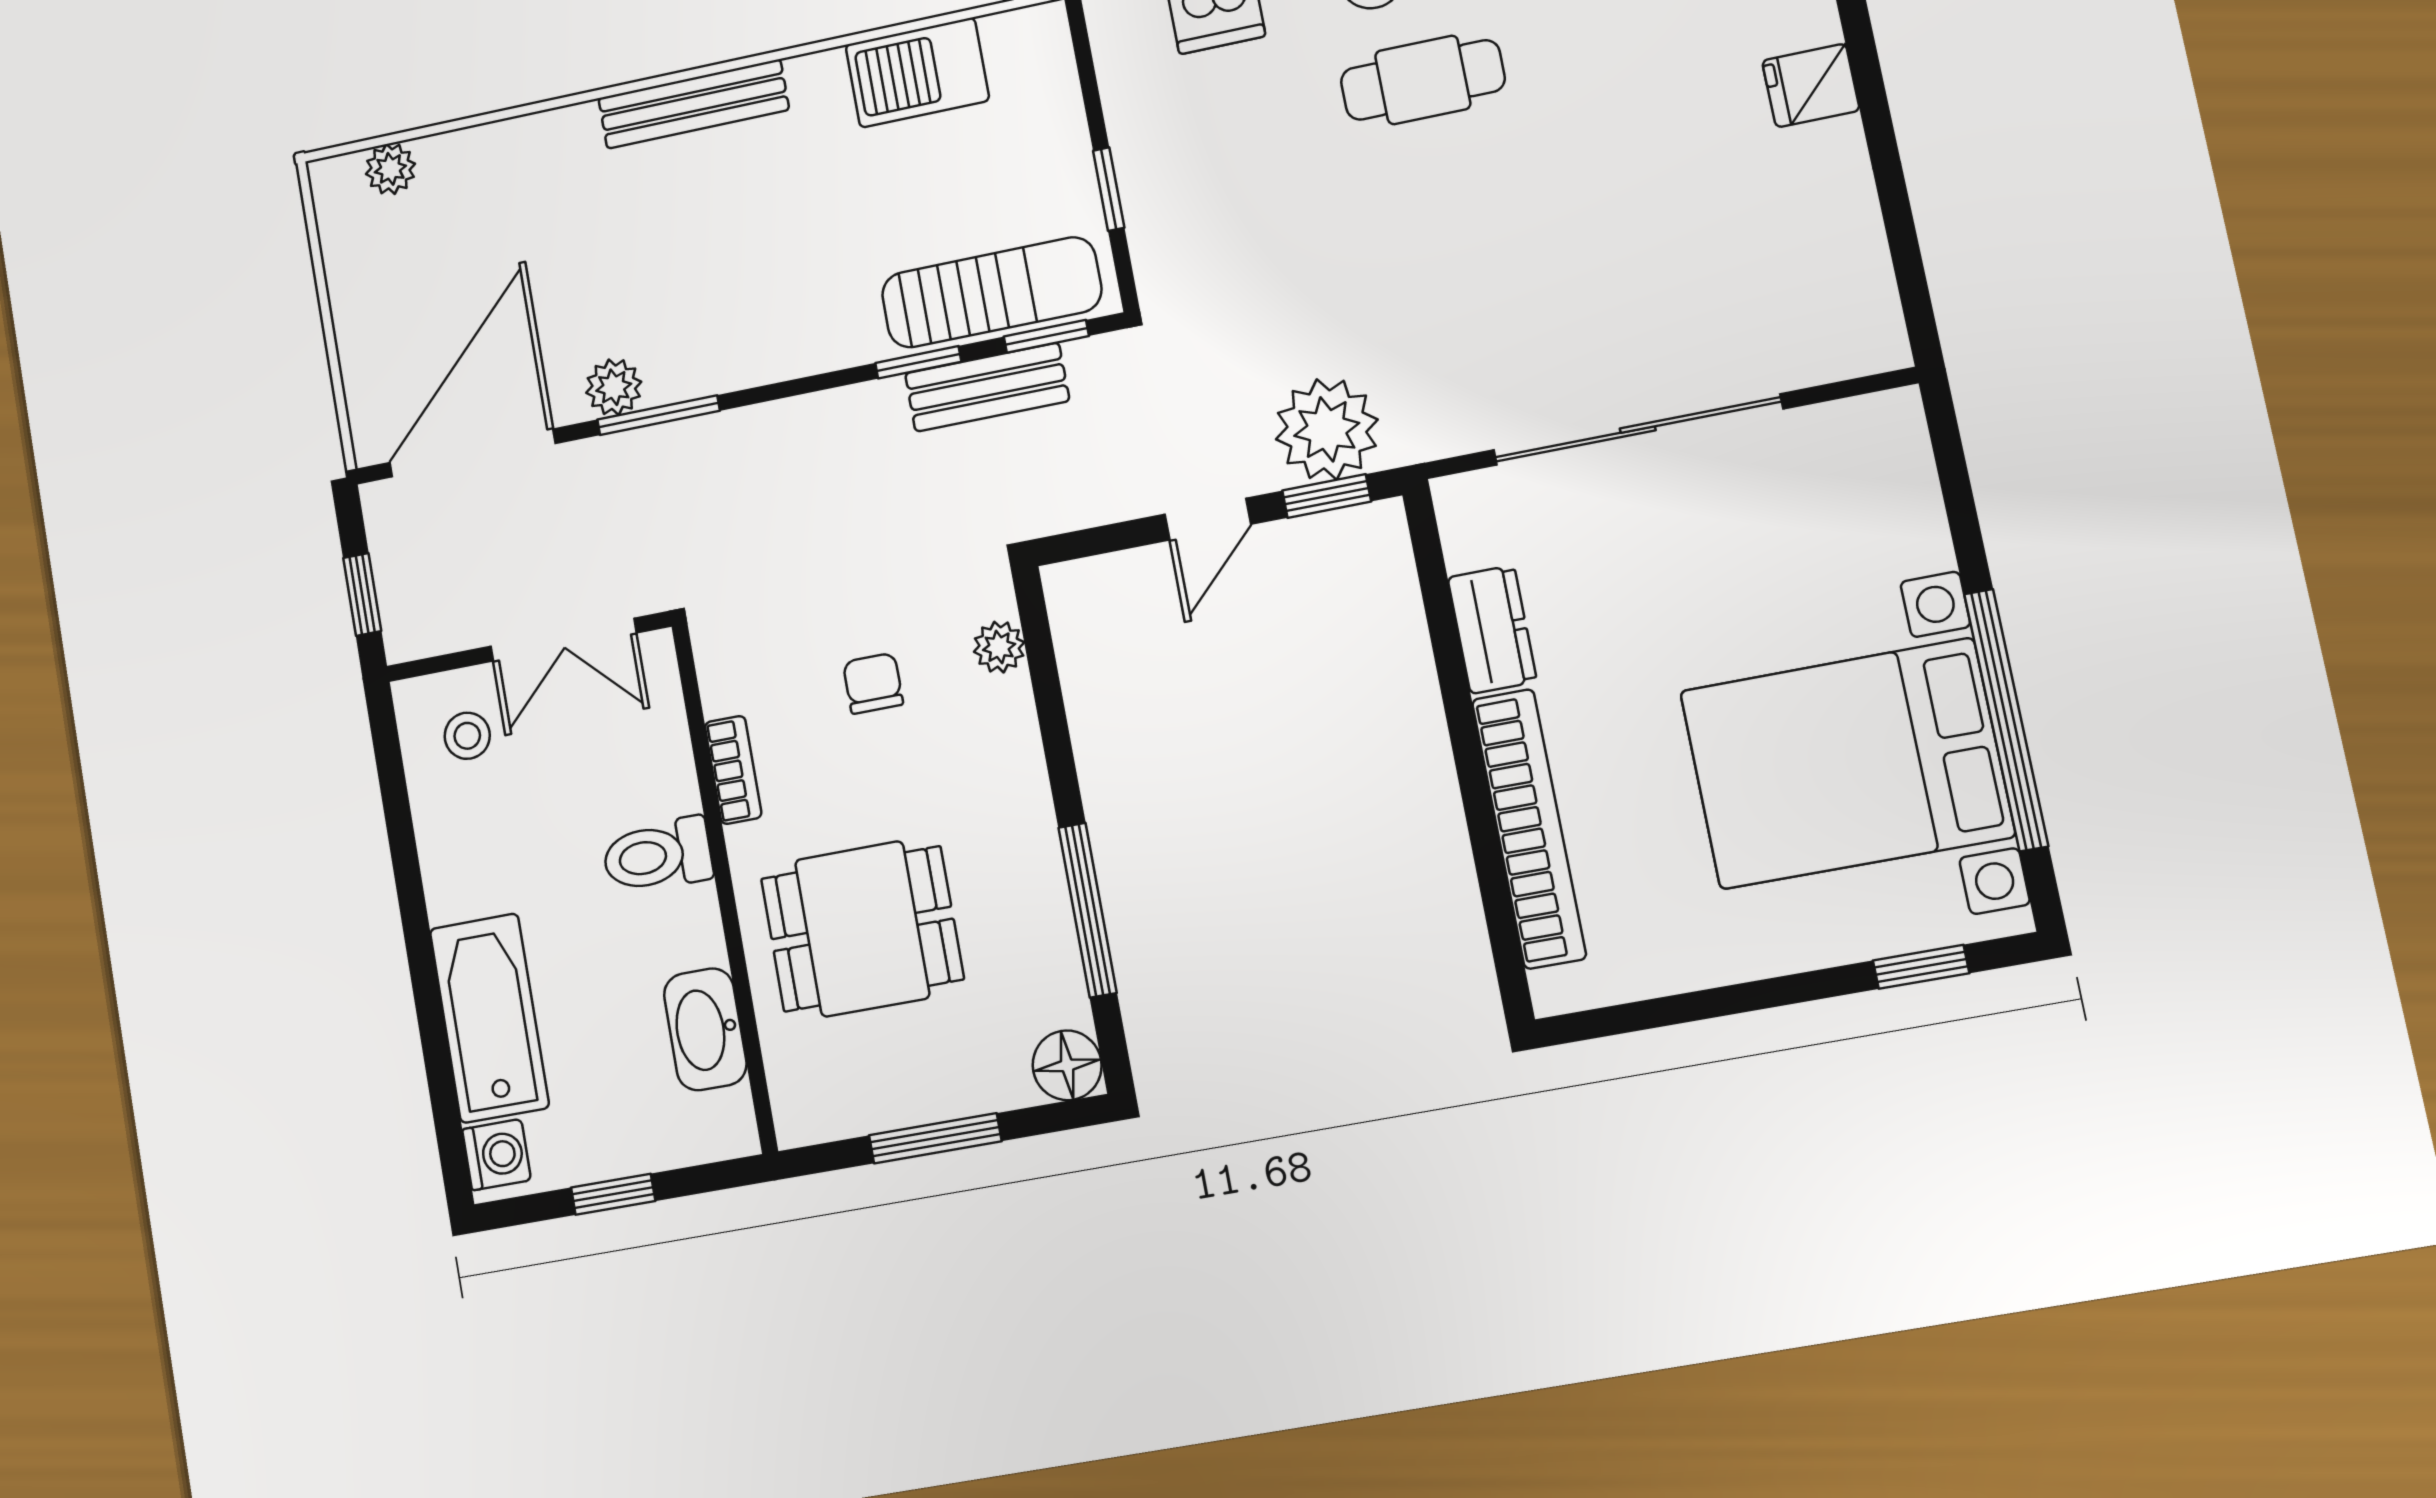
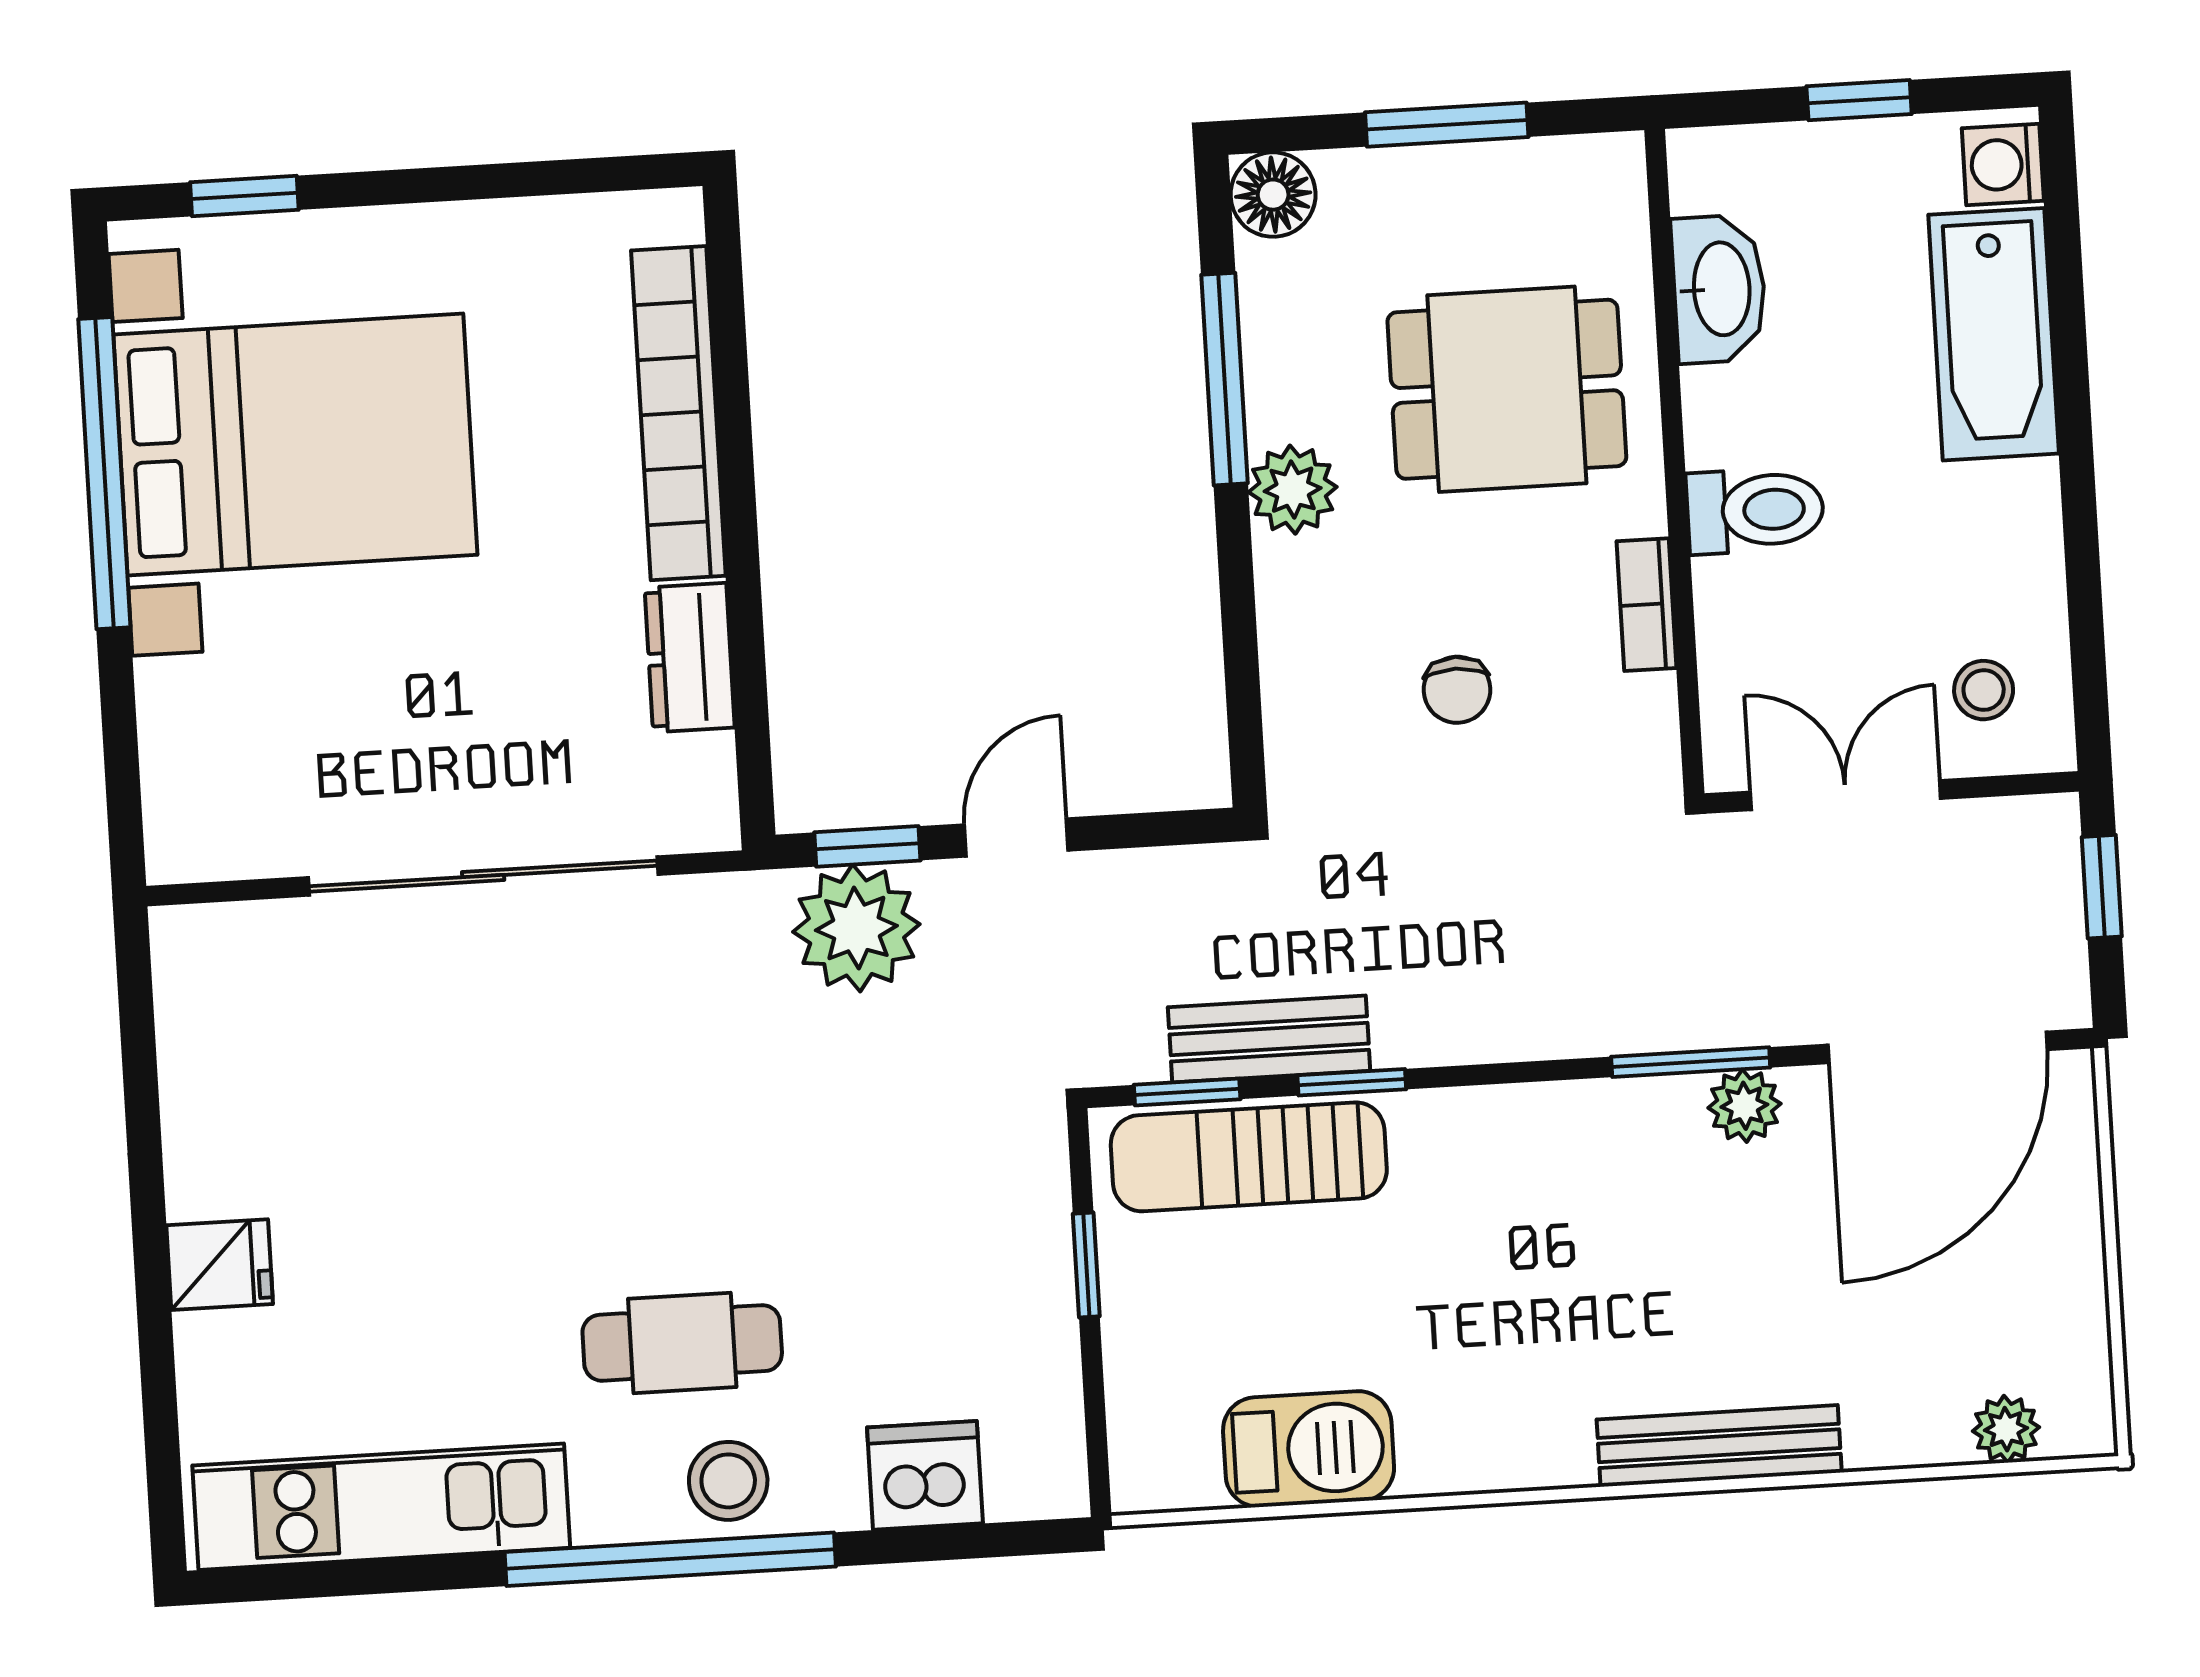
bench: (694, 104) -> (1719, 1446), moved
plant: (999, 647) -> (1293, 490), moved, width x1.38, depth x1.38

